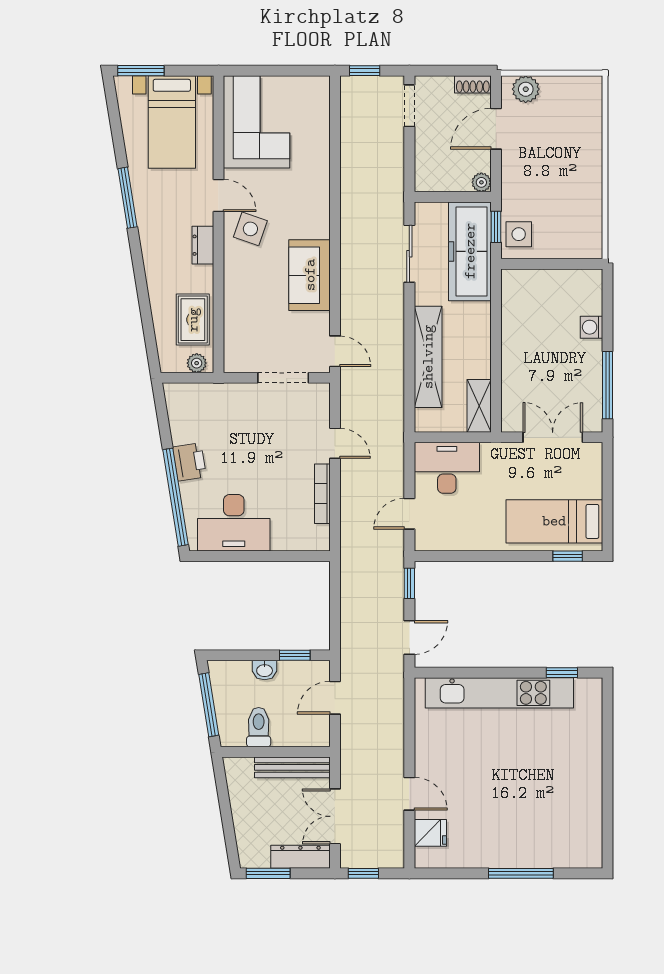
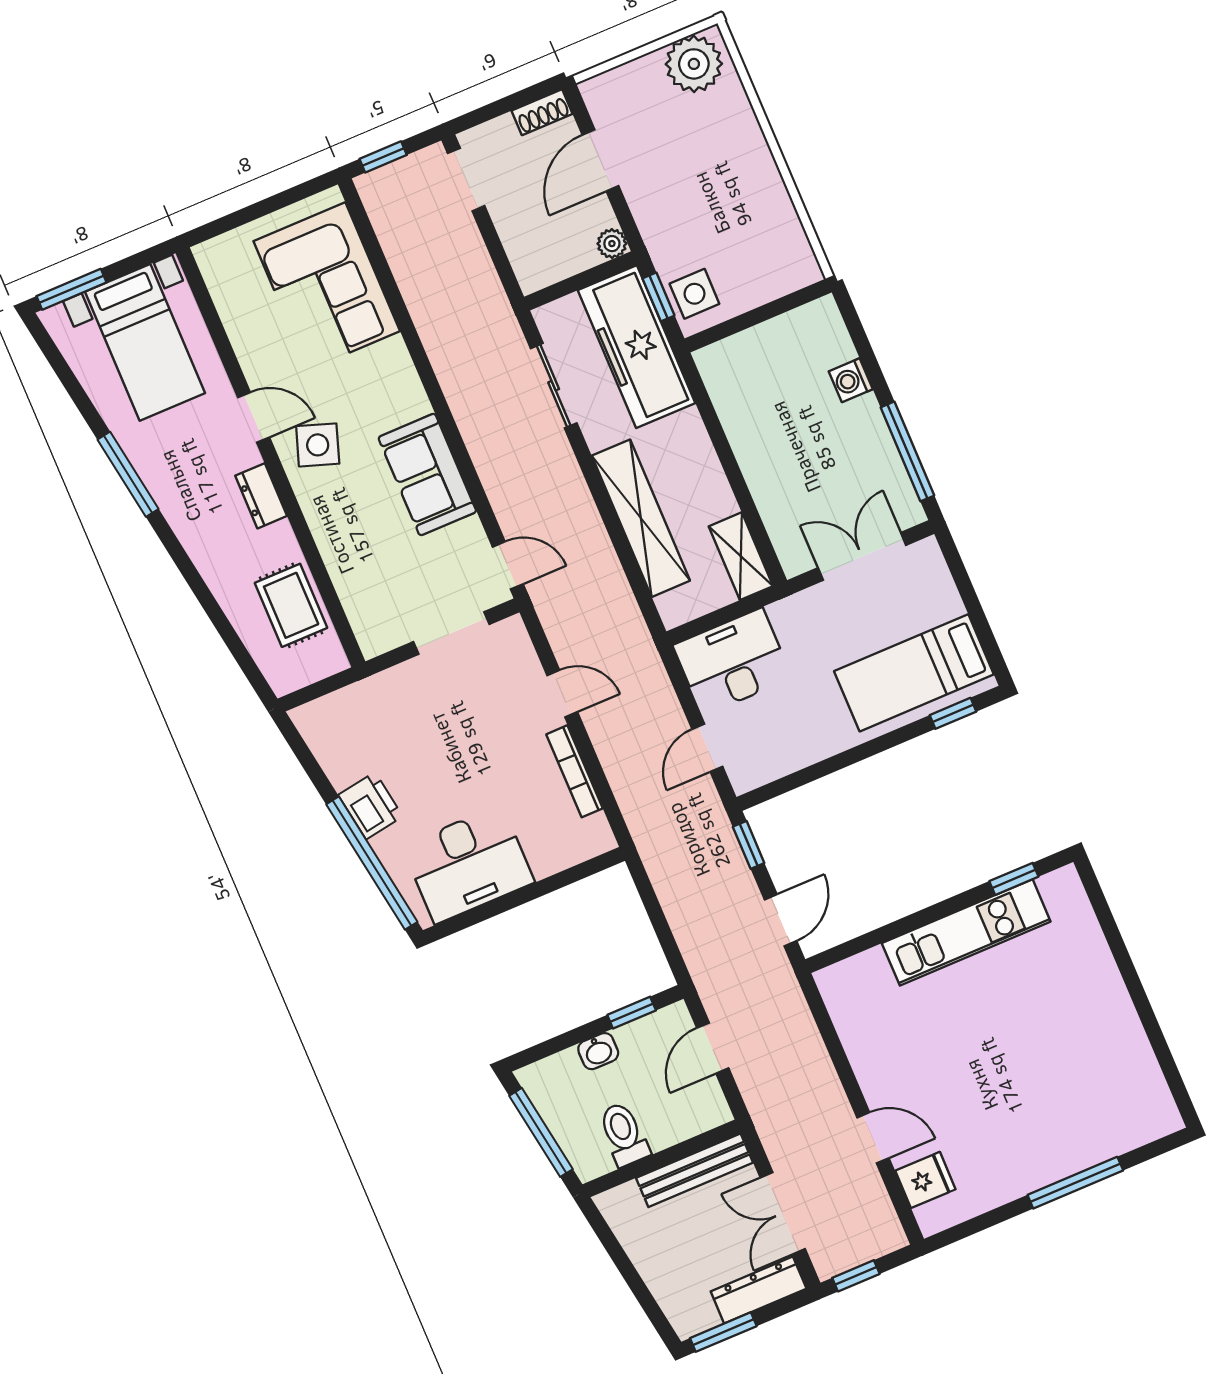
plant: (526, 89) -> (694, 64), moved, width x1.36, depth x1.36
corner sofa: (257, 122) -> (327, 286), moved, turned 180
plant: (197, 363) -> (322, 664), removed
kitchen unit: (499, 693) -> (966, 932), width x0.73

